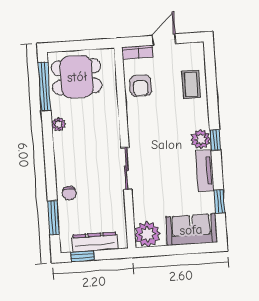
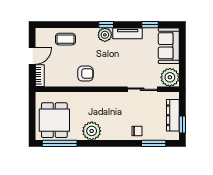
door: (164, 40) -> (32, 56), swing flipped
armchair: (141, 86) -> (85, 74), moved
plant: (59, 124) -> (92, 131), width x1.88, depth x1.88
sliding door: (126, 168) -> (142, 89), moved

